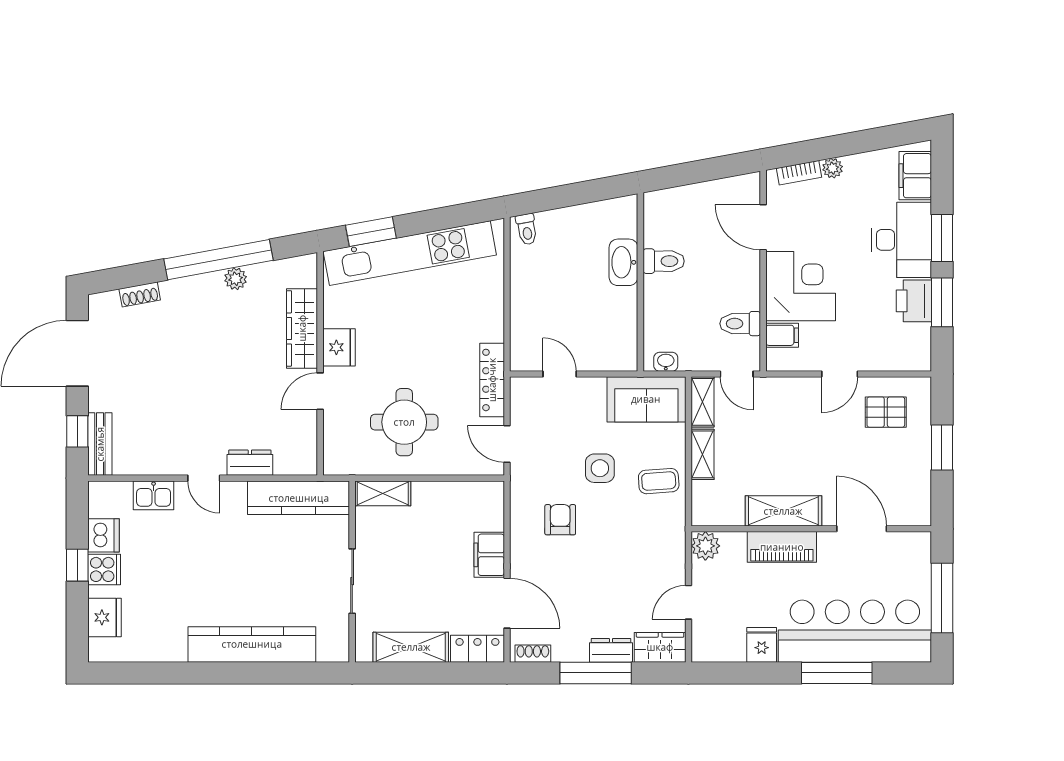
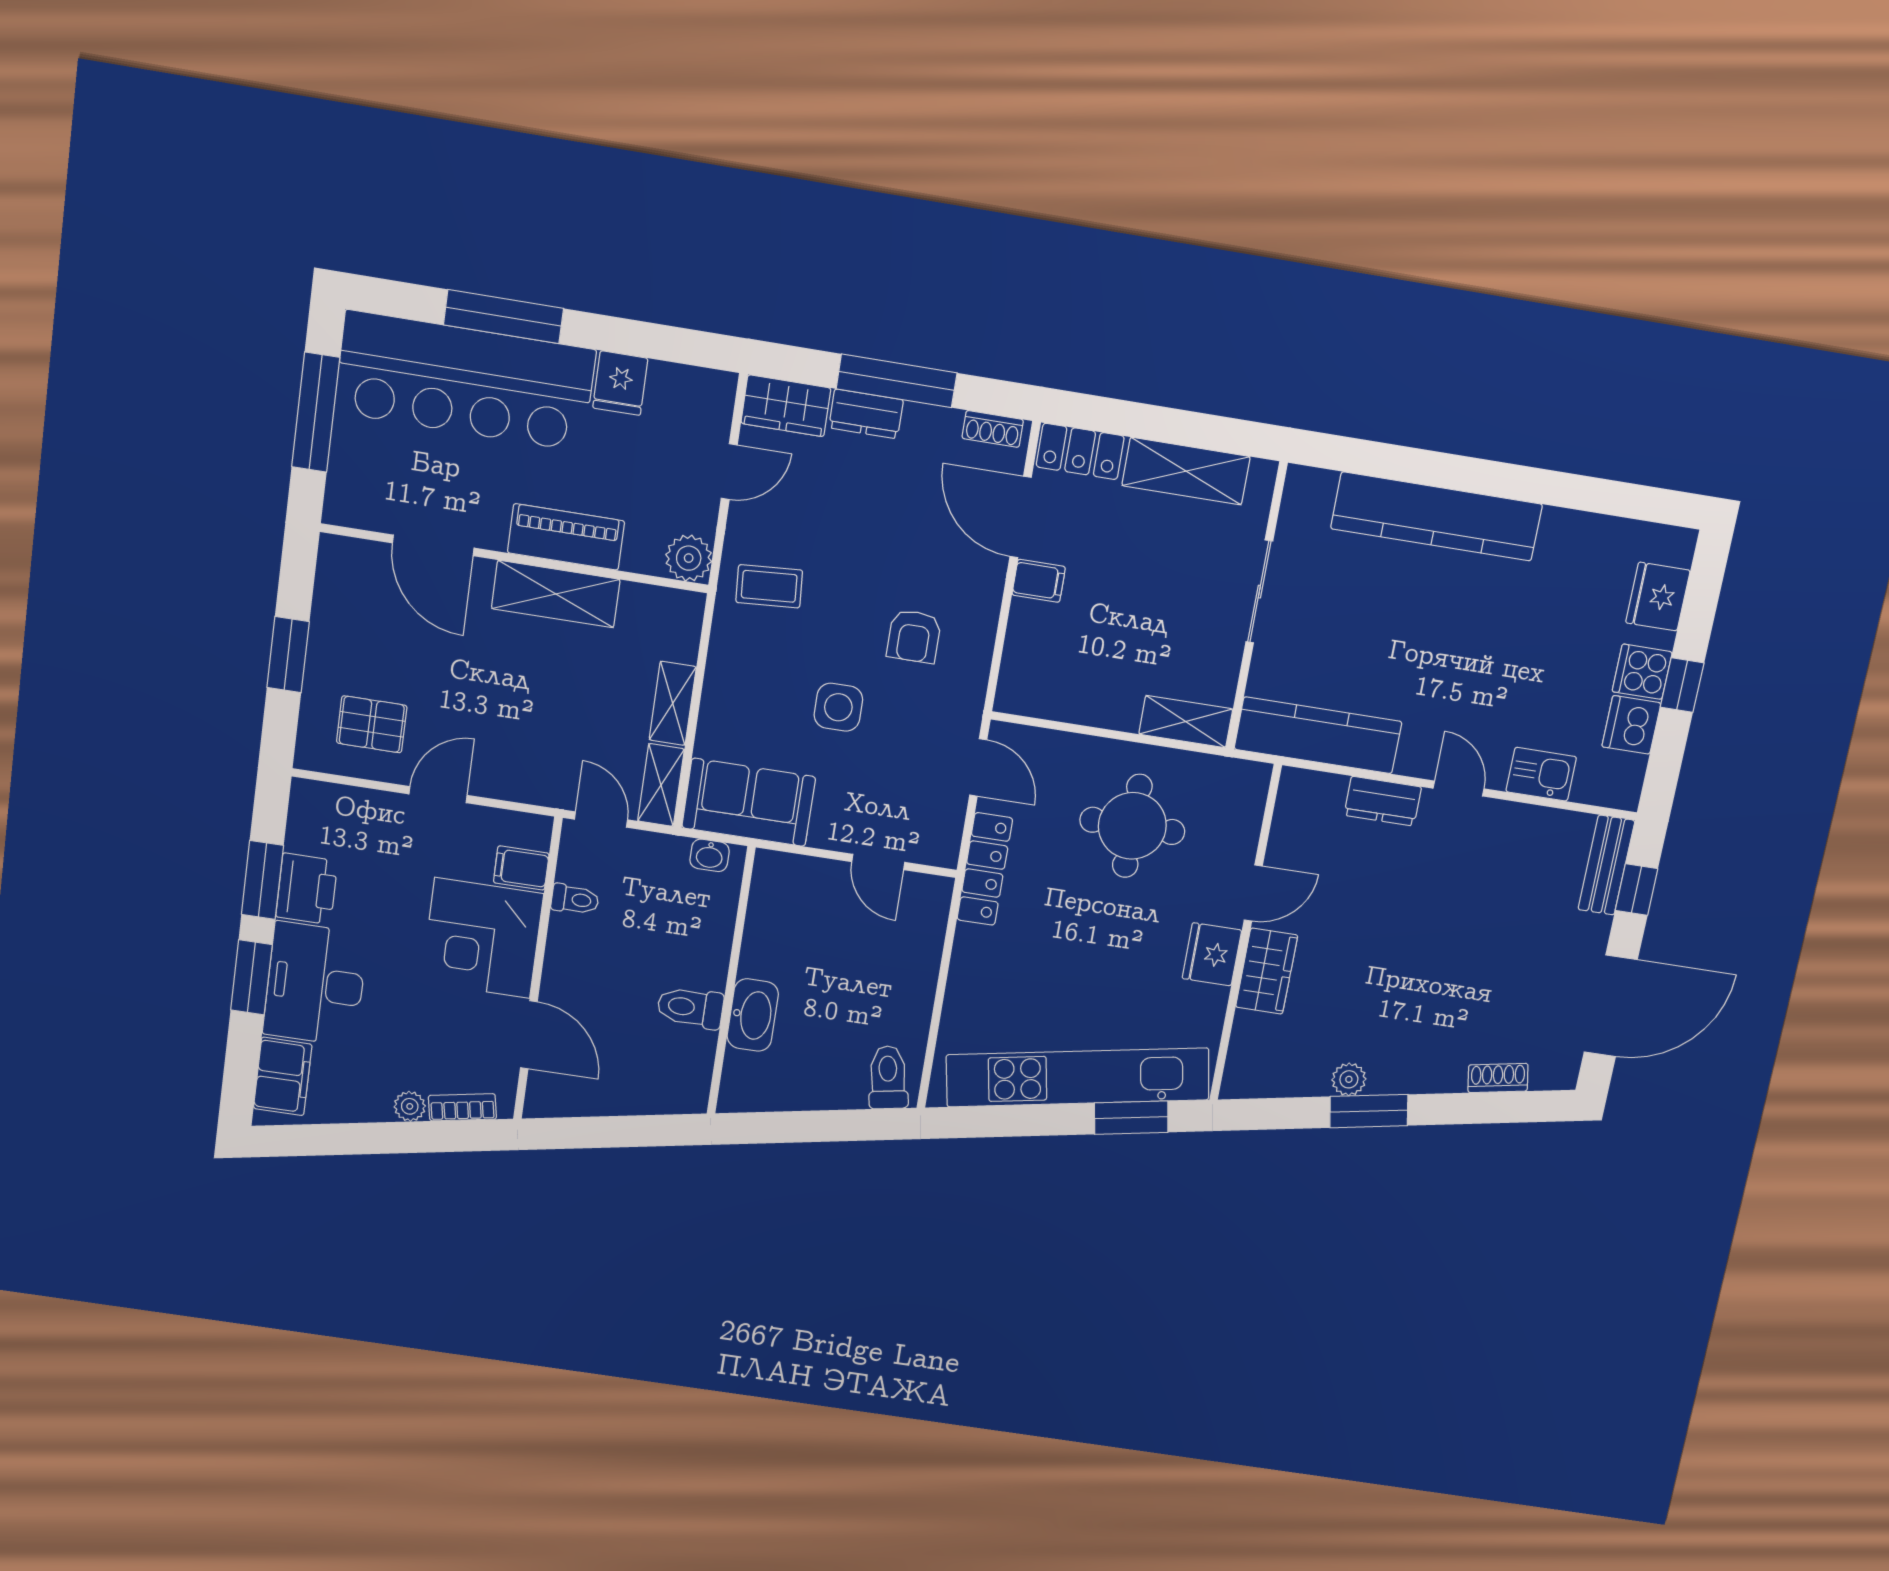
toilet: (527, 229) -> (888, 1077), width x1.37, depth x1.39
window: (218, 260) -> (1369, 1111), width x0.47
toilet: (740, 324) -> (575, 899), width x0.73, depth x0.72
wardrobe: (302, 328) -> (1267, 971), width x0.67
coffee table: (659, 481) -> (769, 586), moved
filing cabinet: (489, 555) -> (1039, 581), width x0.50

